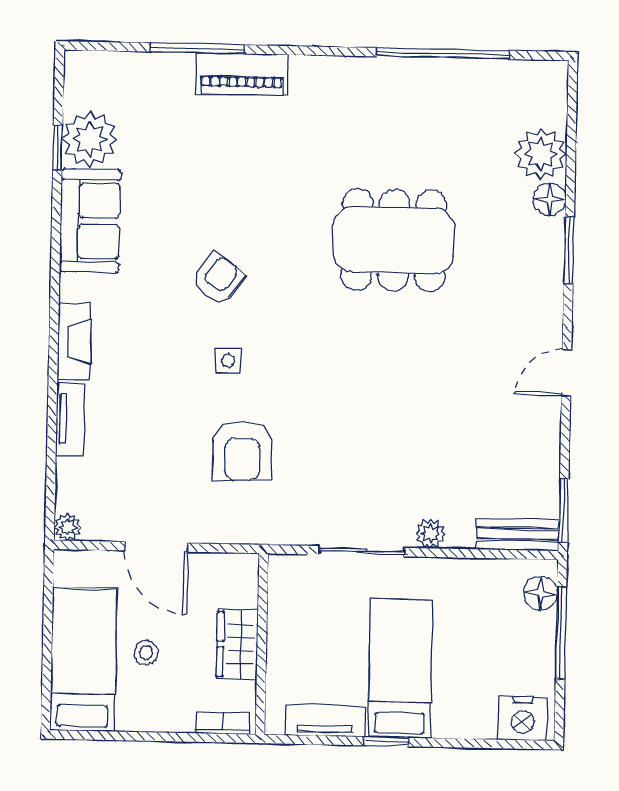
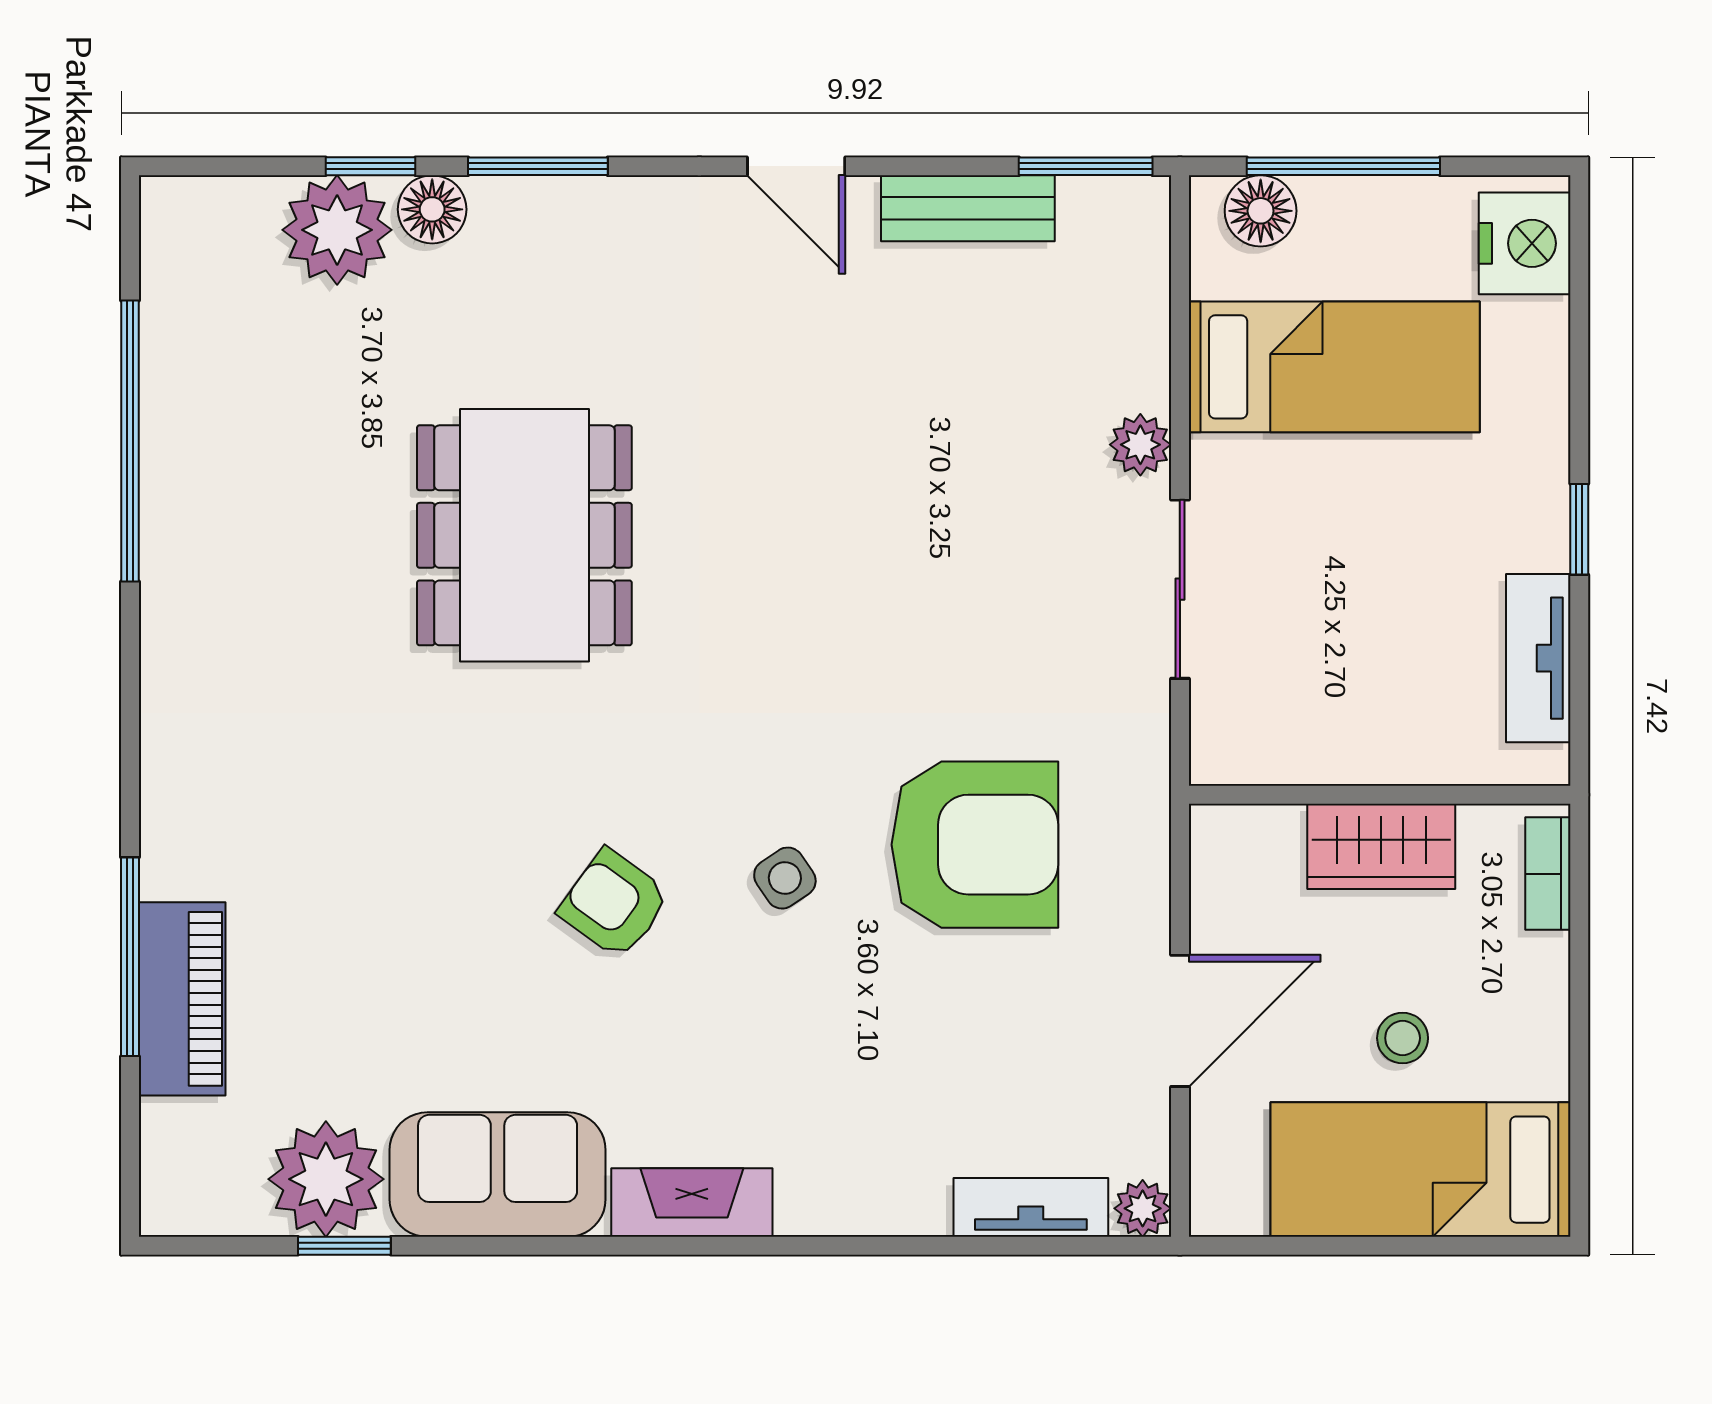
piano: (242, 74) -> (182, 999), moved
window: (571, 171) -> (370, 166), added
fireplace: (74, 341) -> (692, 1203), moved
side table: (228, 360) -> (785, 878), turned -34
tv unit: (70, 419) -> (1031, 1207), moved
armchair: (242, 451) -> (975, 845), width x1.36, depth x1.36
bench: (518, 534) -> (968, 208), moved, turned 90
bed: (400, 669) -> (1334, 367), moved, turned 180

